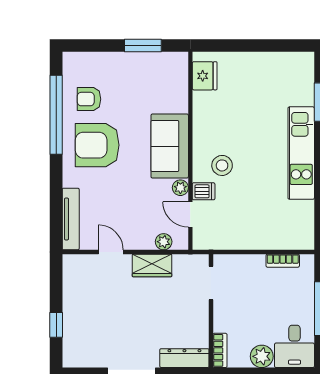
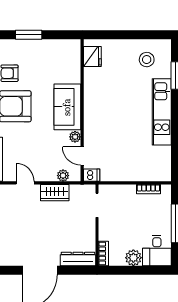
window: (143, 45) -> (29, 35), moved
stool: (222, 165) -> (147, 60), moved
dishwasher: (204, 191) -> (92, 175), moved

